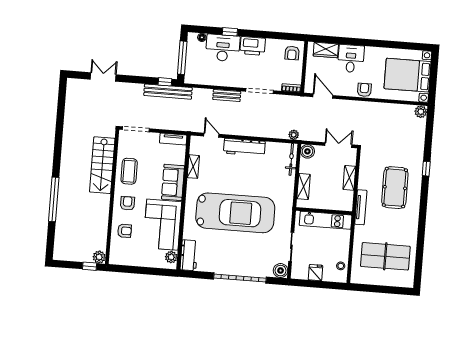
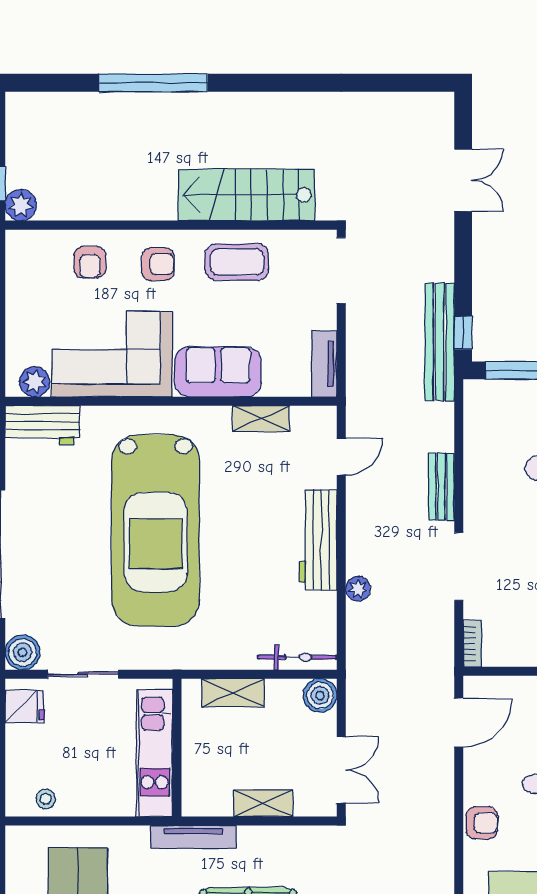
plant: (294, 135) -> (358, 589), moved
fridge: (315, 273) -> (24, 707), moved

